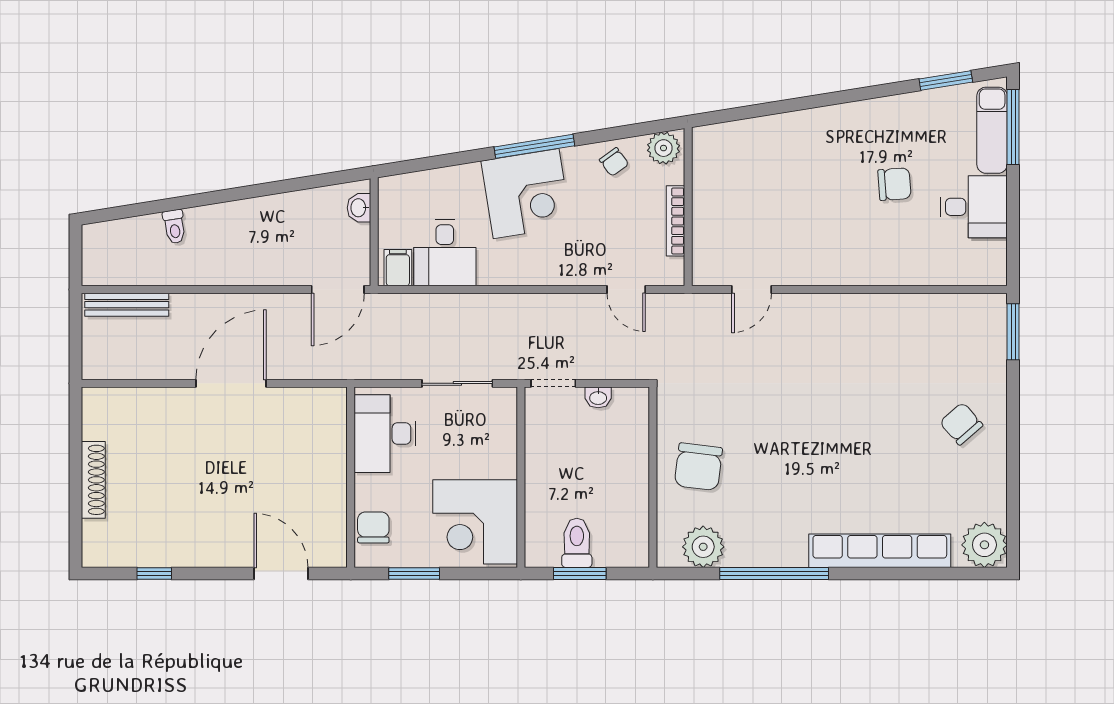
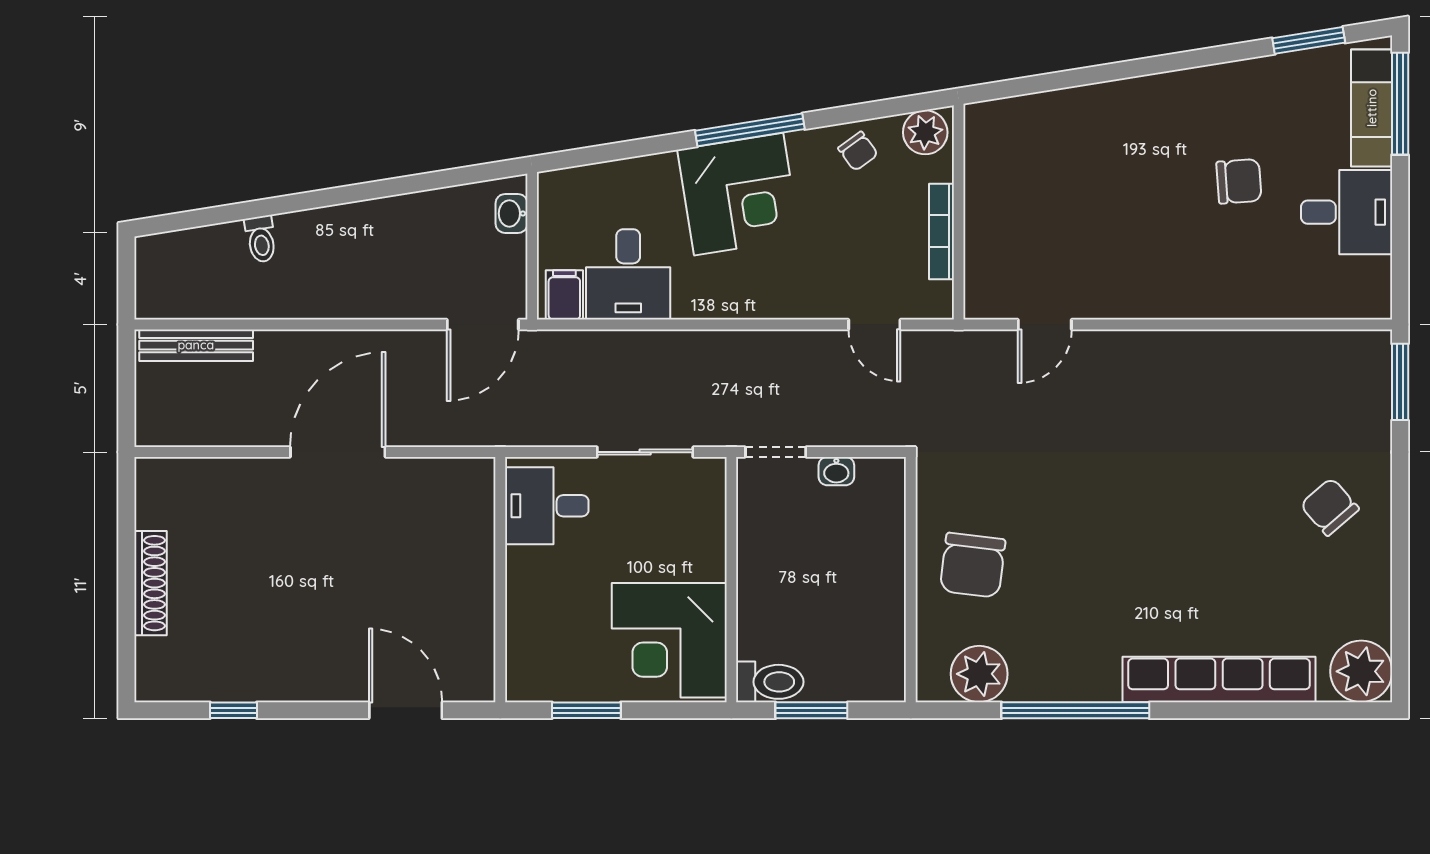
desk: (385, 434) -> (547, 506), width x0.73
chair: (373, 527) -> (531, 648), removed
toilet: (577, 543) -> (770, 682), moved, turned 90

